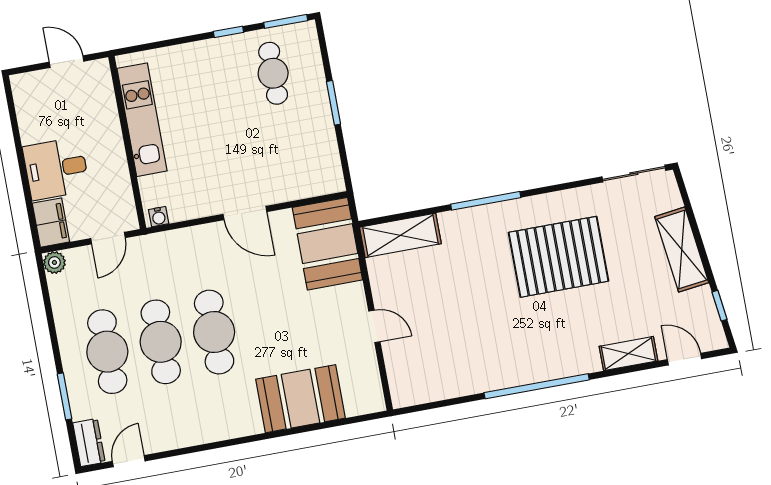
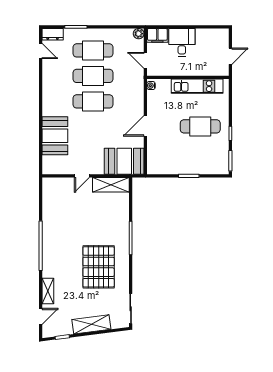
cafe table: (273, 73) -> (200, 126), moved, width x1.37, depth x1.35
shelving: (400, 235) -> (111, 185), moved, turned 90

